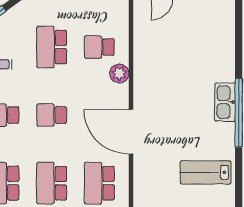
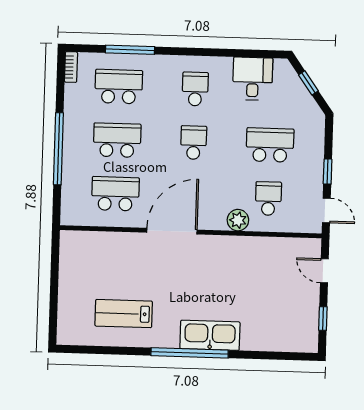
kitchen sink: (225, 102) -> (210, 335), width x1.36, depth x1.24
lab bench: (206, 172) -> (124, 314), turned -90

